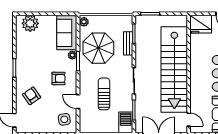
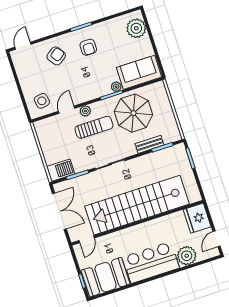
plant: (84, 22) -> (85, 111), moved
armchair: (58, 78) -> (88, 47), moved
sun lounger: (104, 94) -> (94, 127), moved

